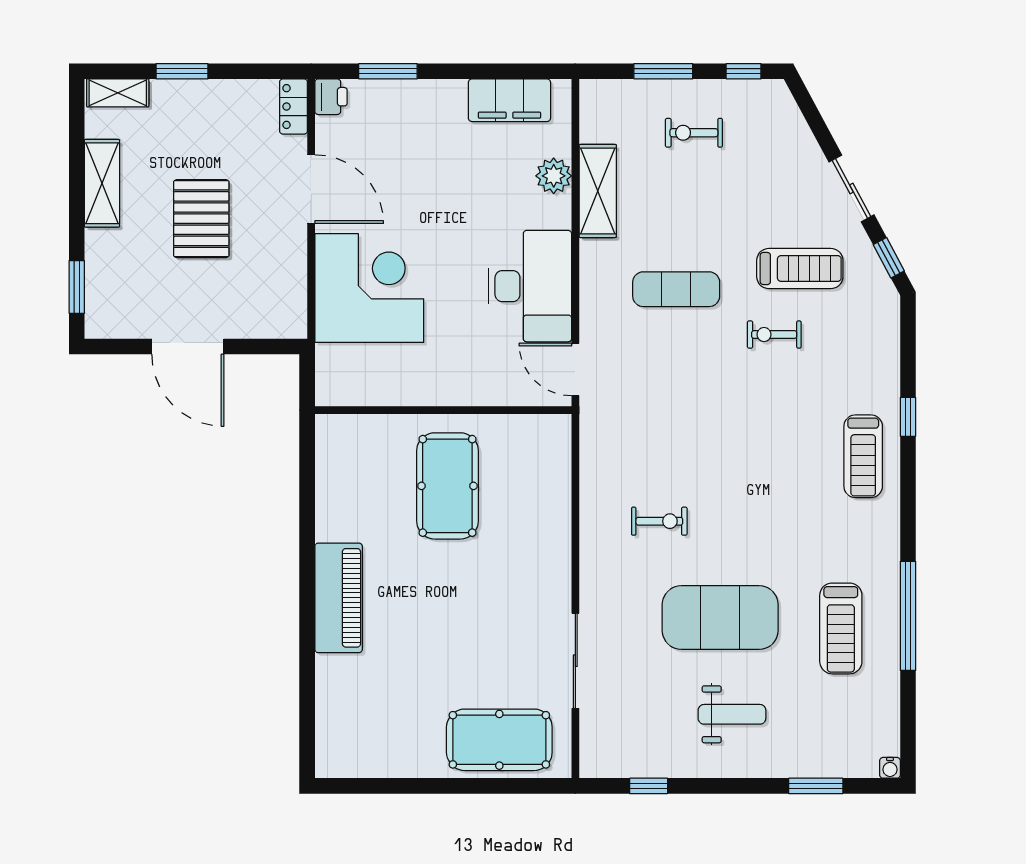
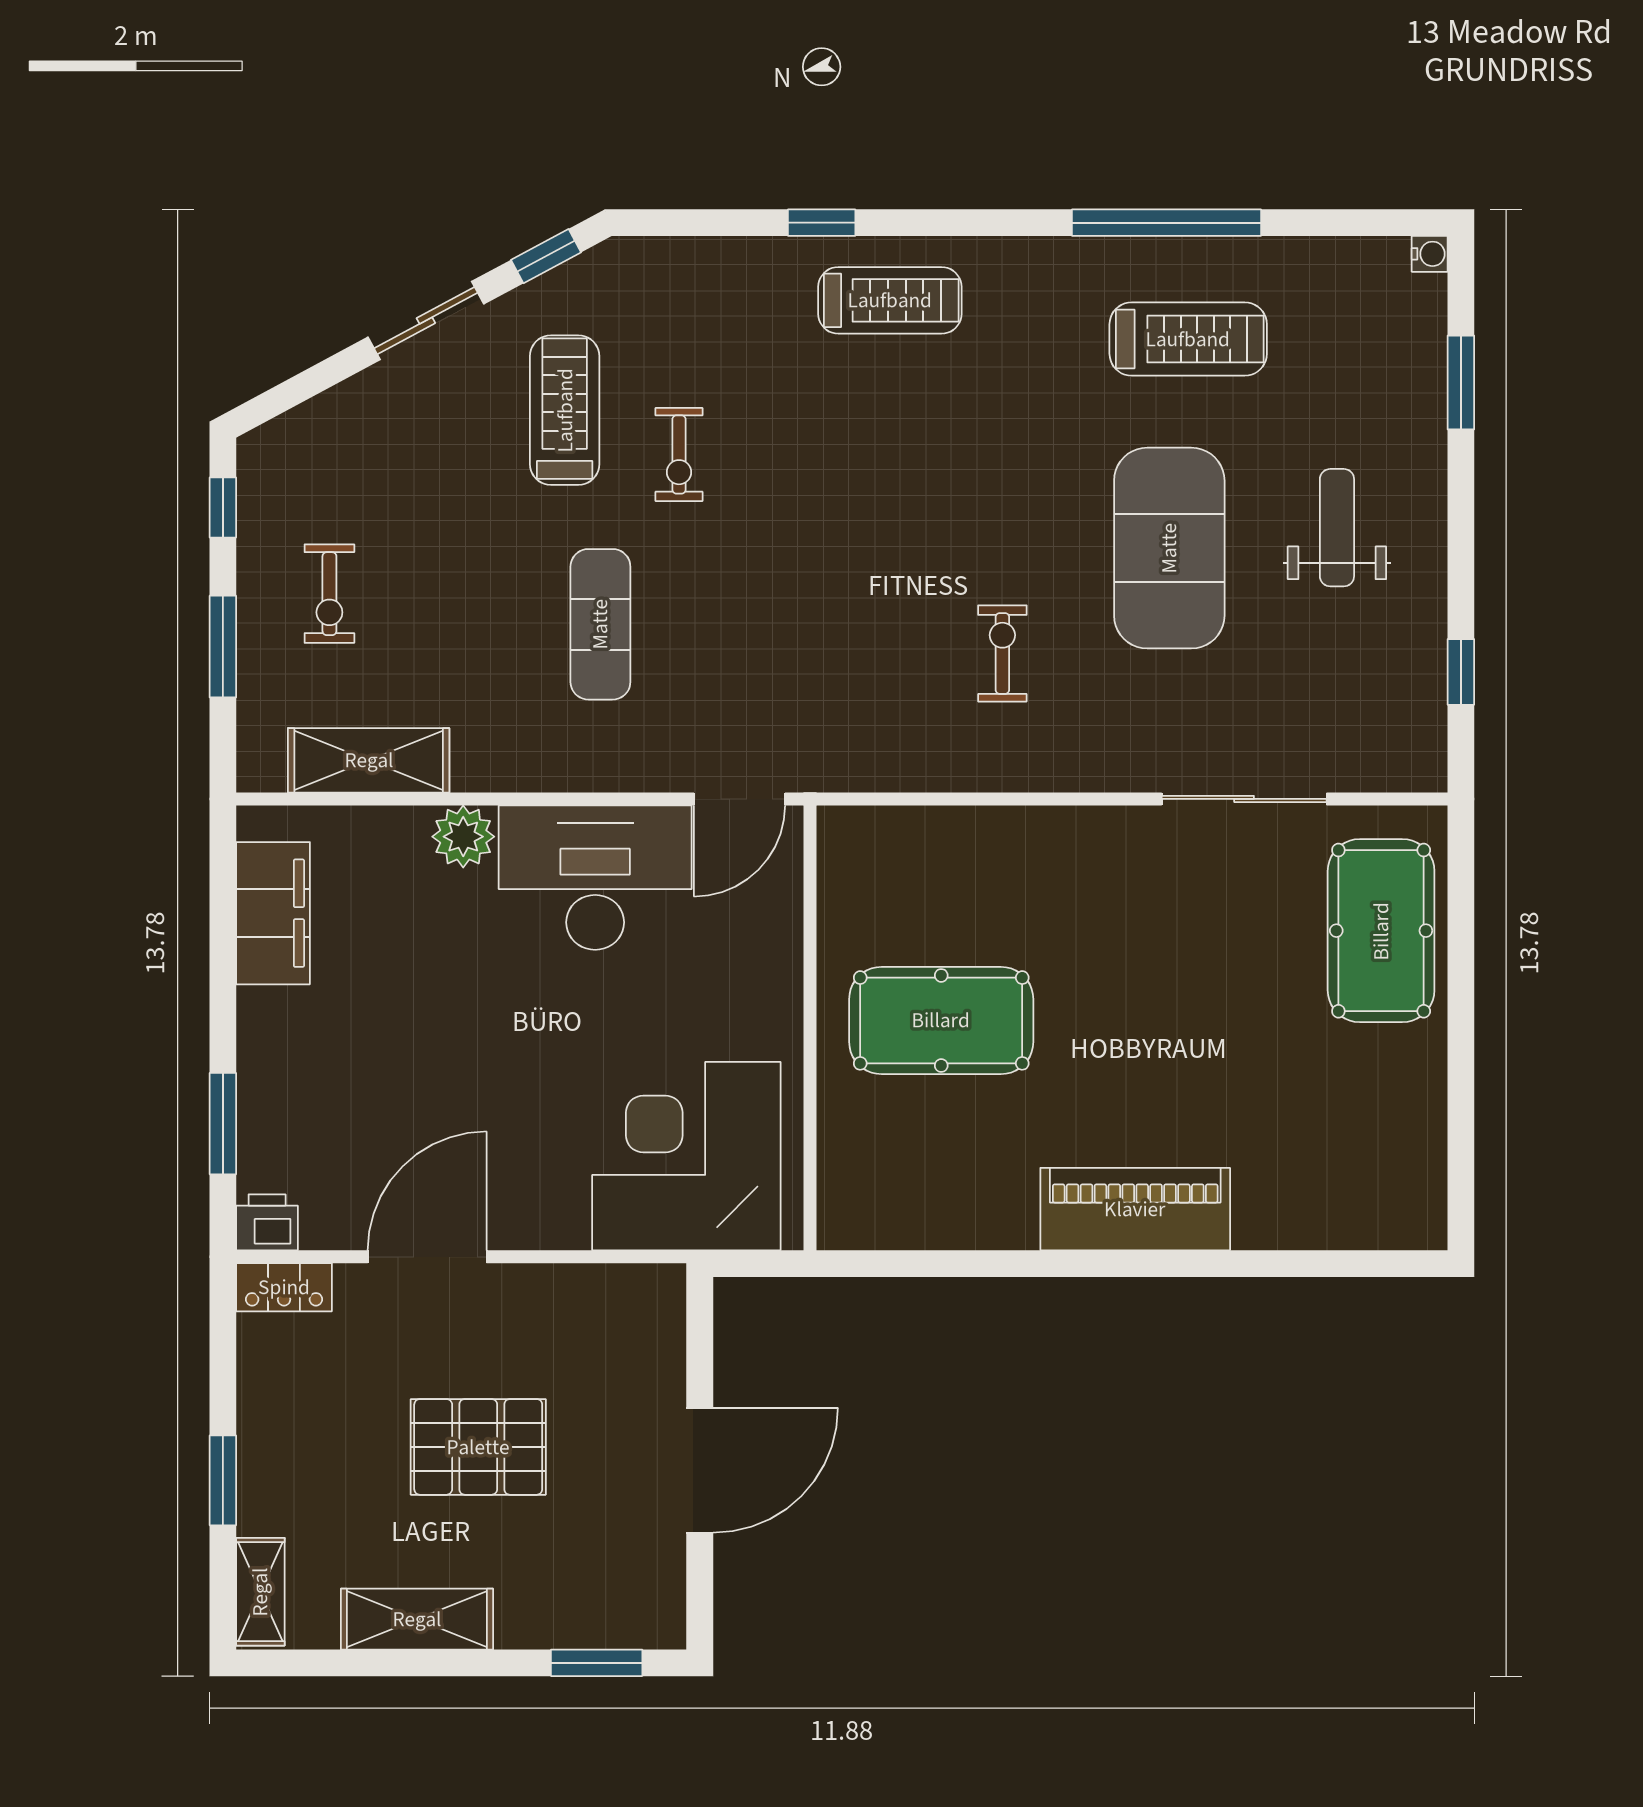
plant: (554, 176) -> (463, 837), moved
shelving: (598, 191) -> (369, 760), moved
corner desk: (369, 288) -> (686, 1156), moved

